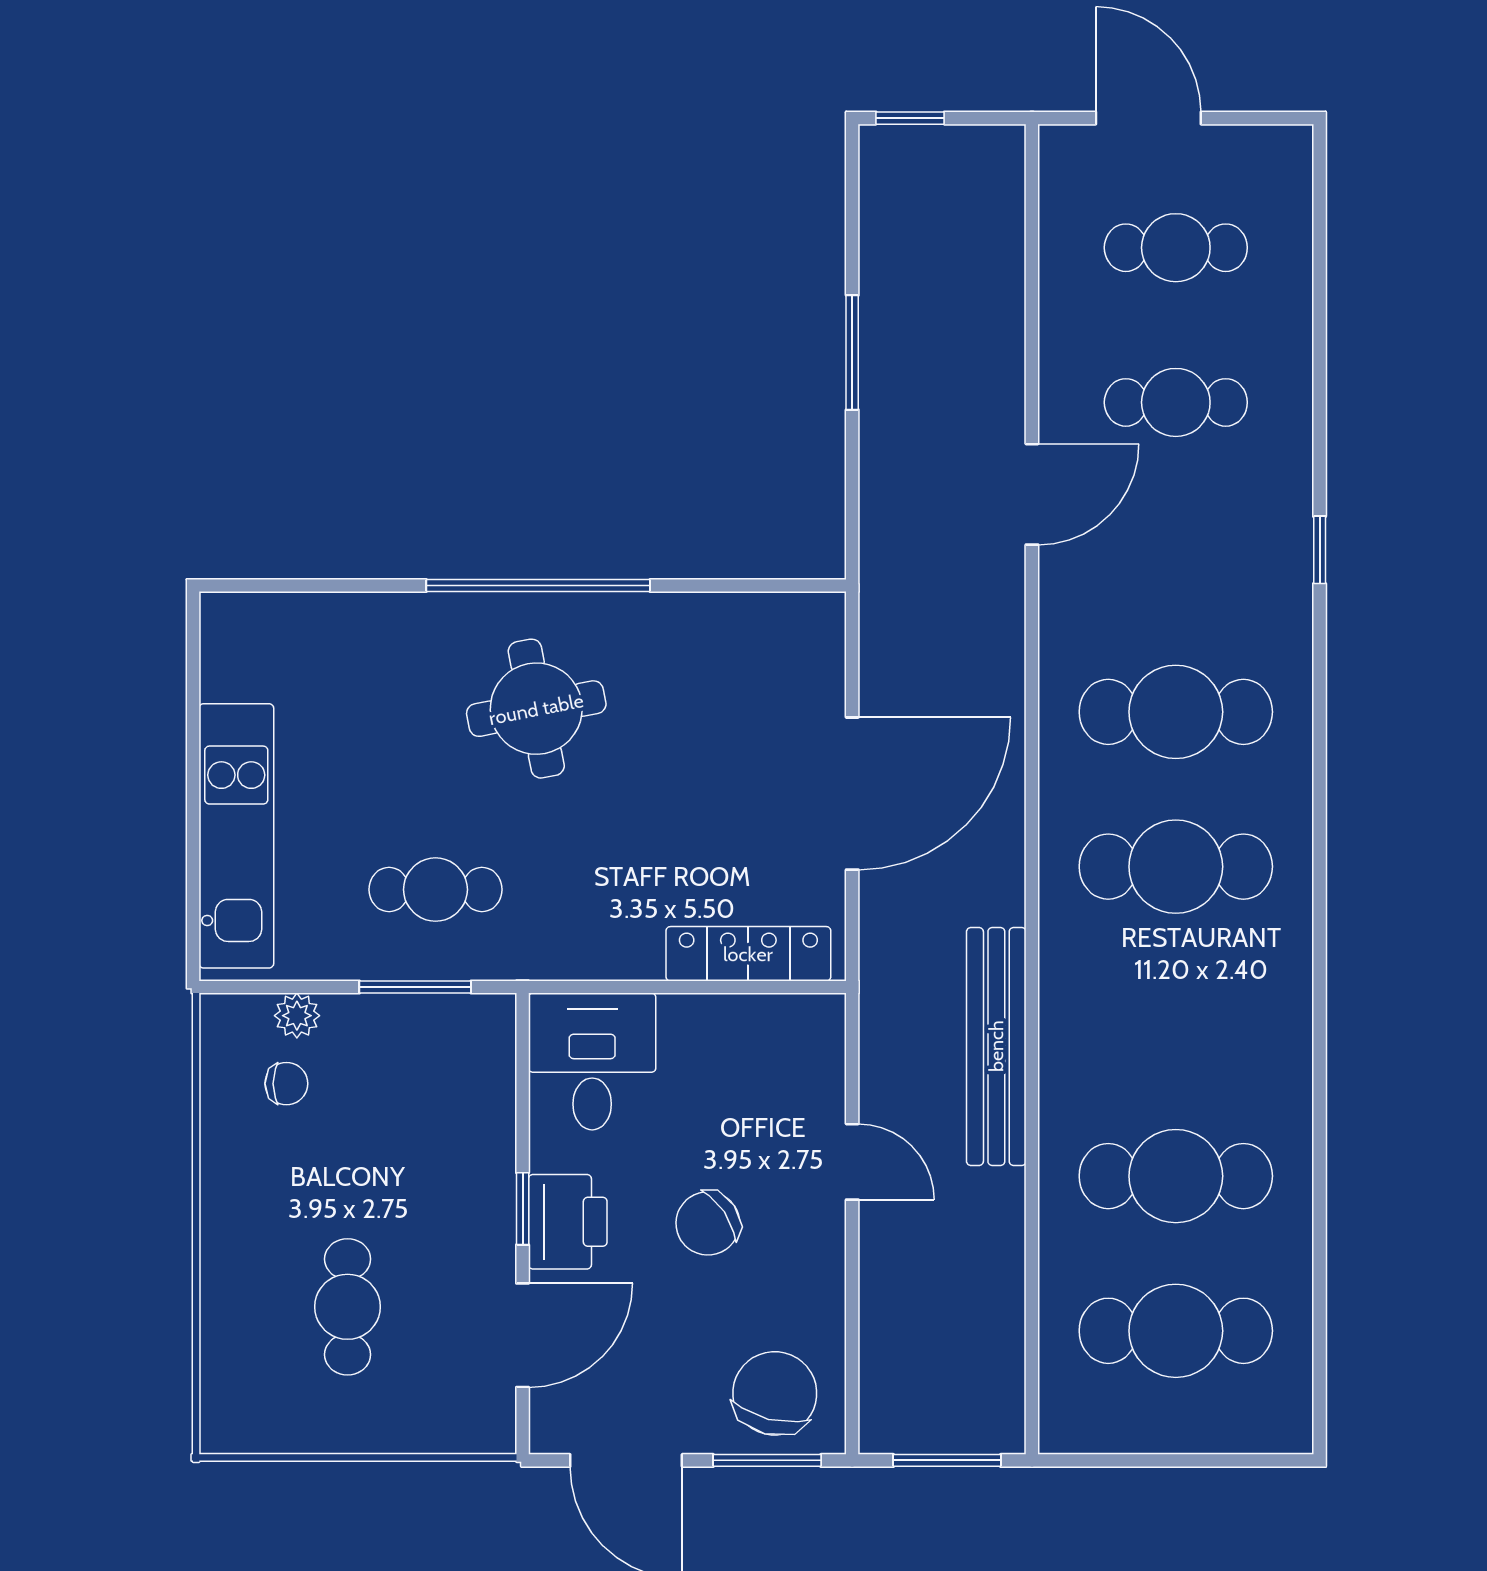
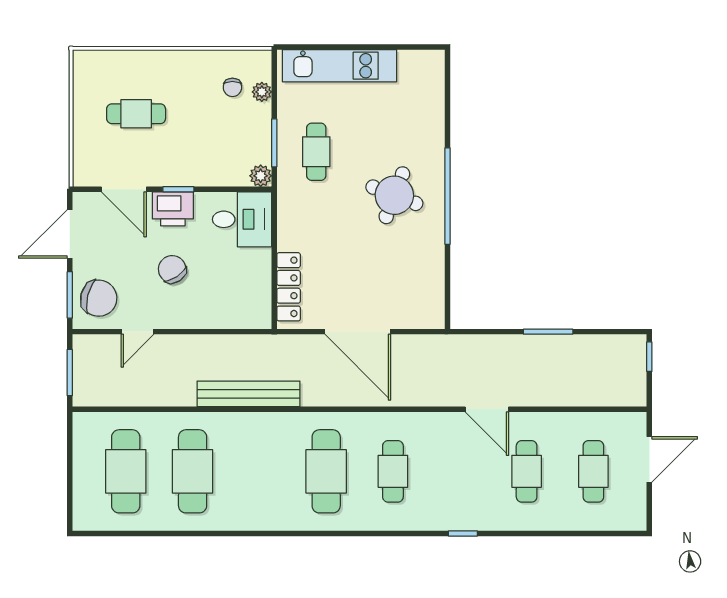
round table: (536, 709) -> (394, 195), turned 32
cafe table: (1176, 712) -> (393, 471), width x0.73, depth x0.74
plant: (491, 1018) -> (261, 176), added
door: (852, 1162) -> (137, 332), moved

